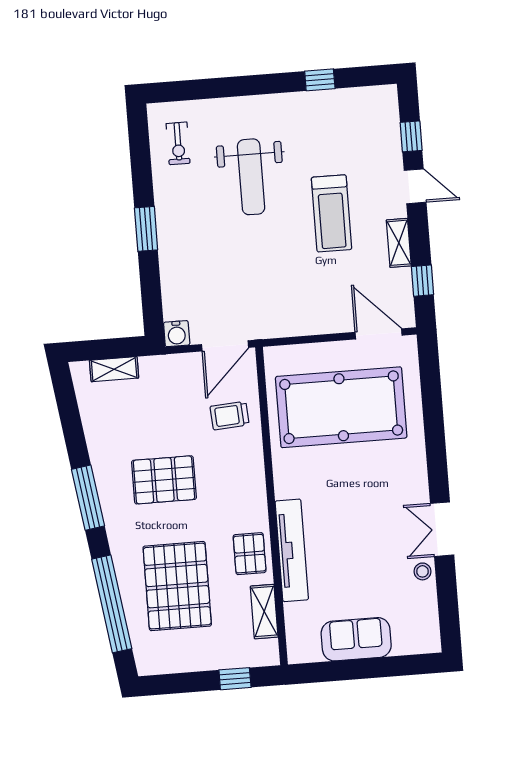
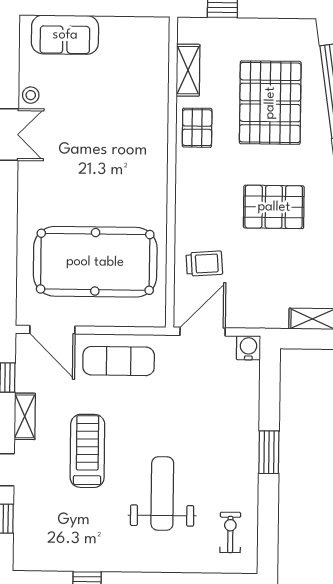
exercise mat: (308, 308) -> (119, 361), added
tv unit: (292, 550) -> (156, 127), removed
sofa: (356, 639) -> (65, 35), moved

